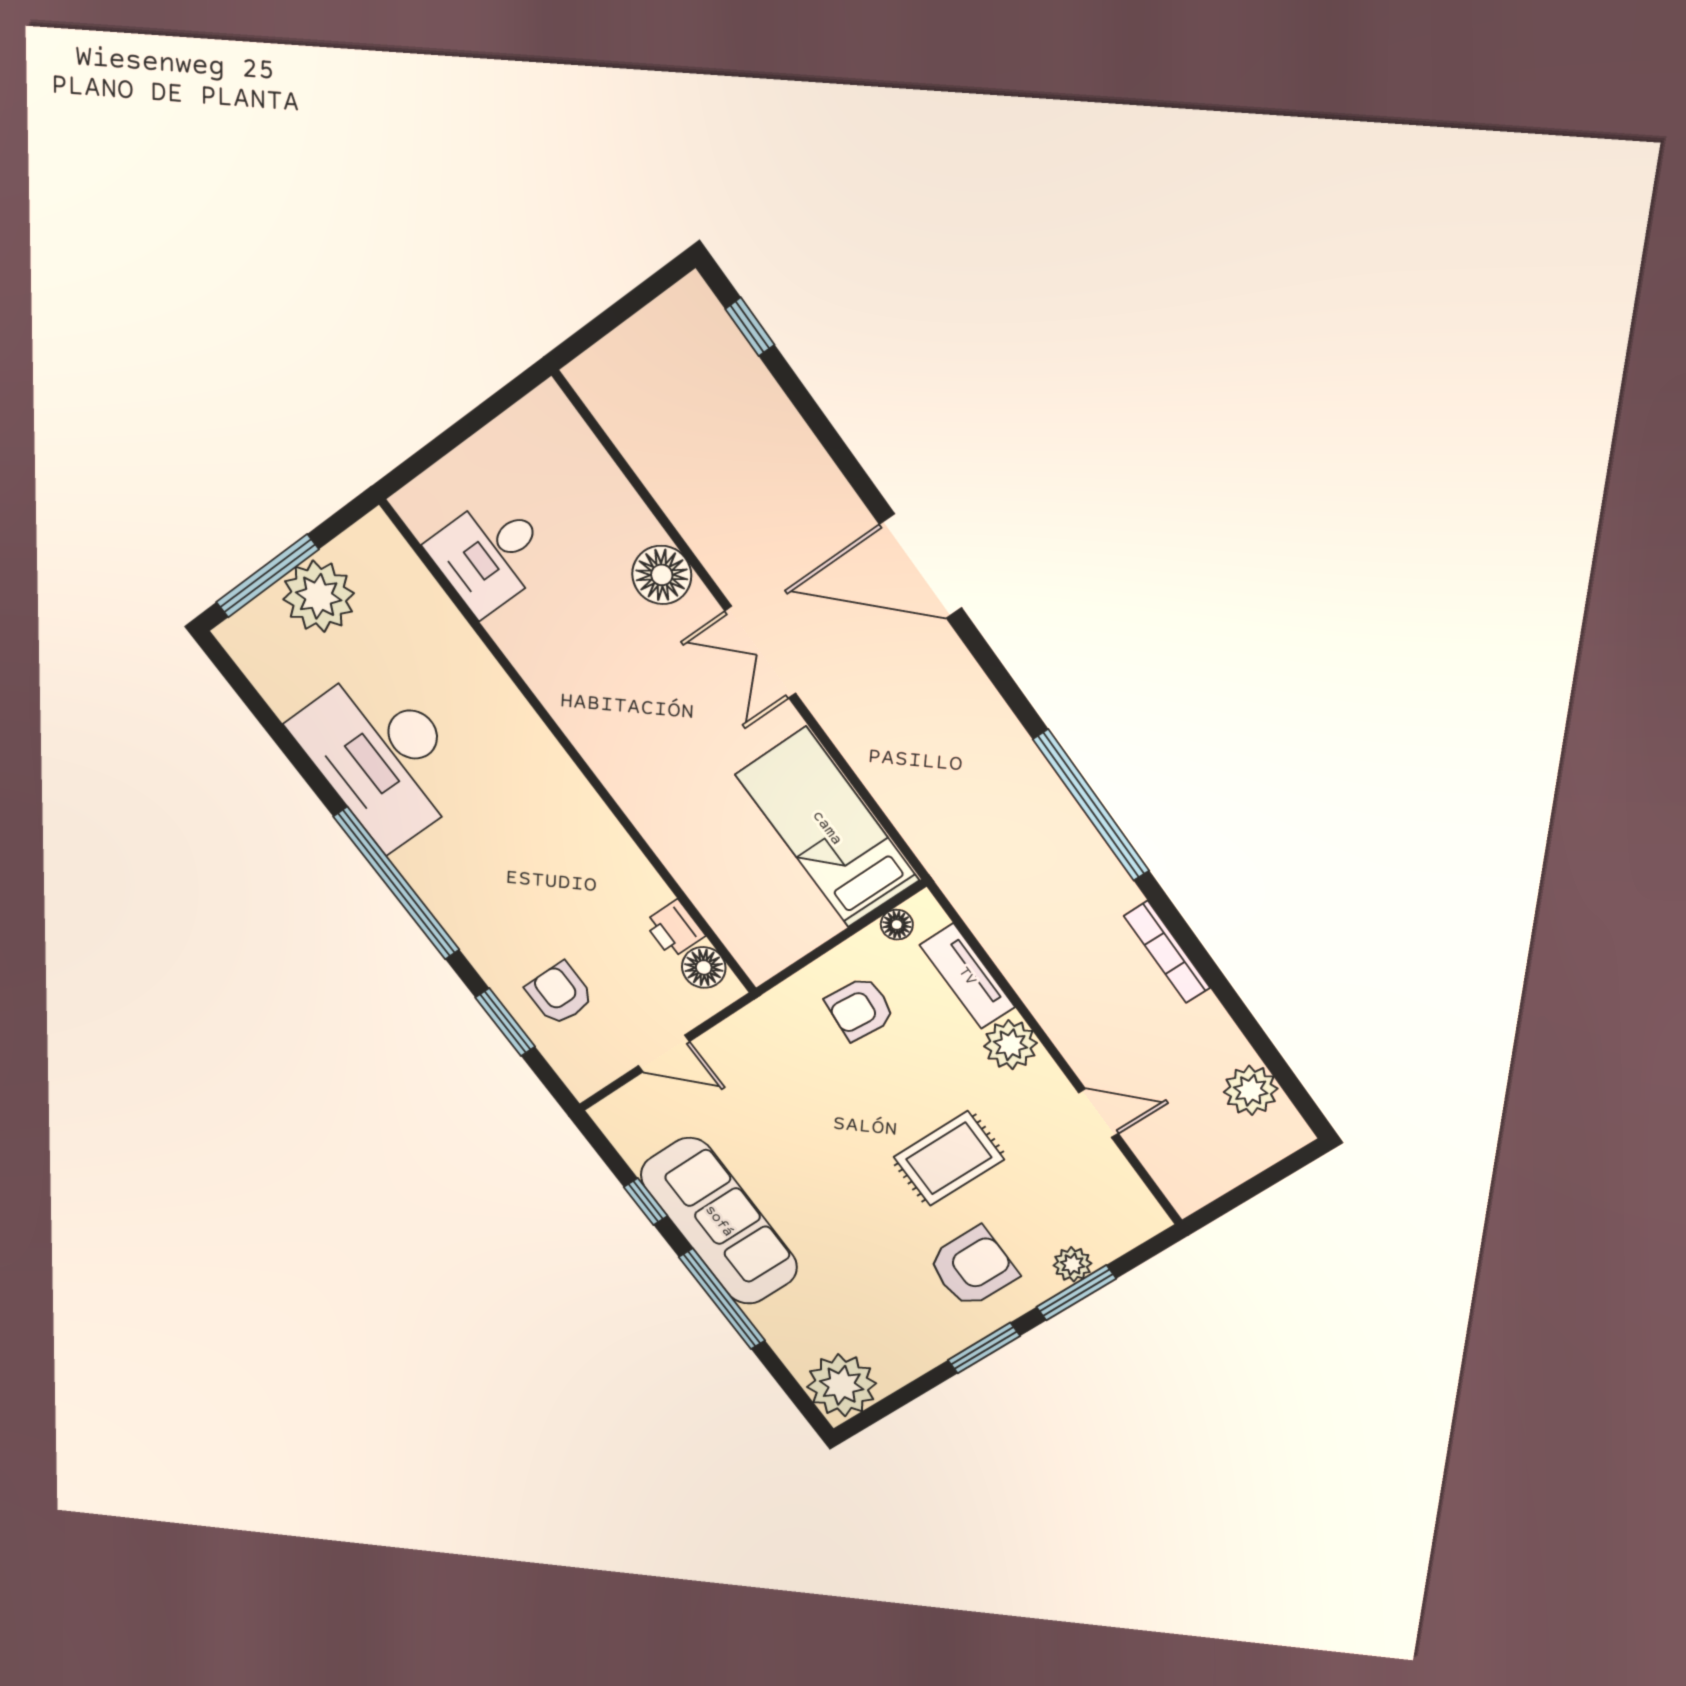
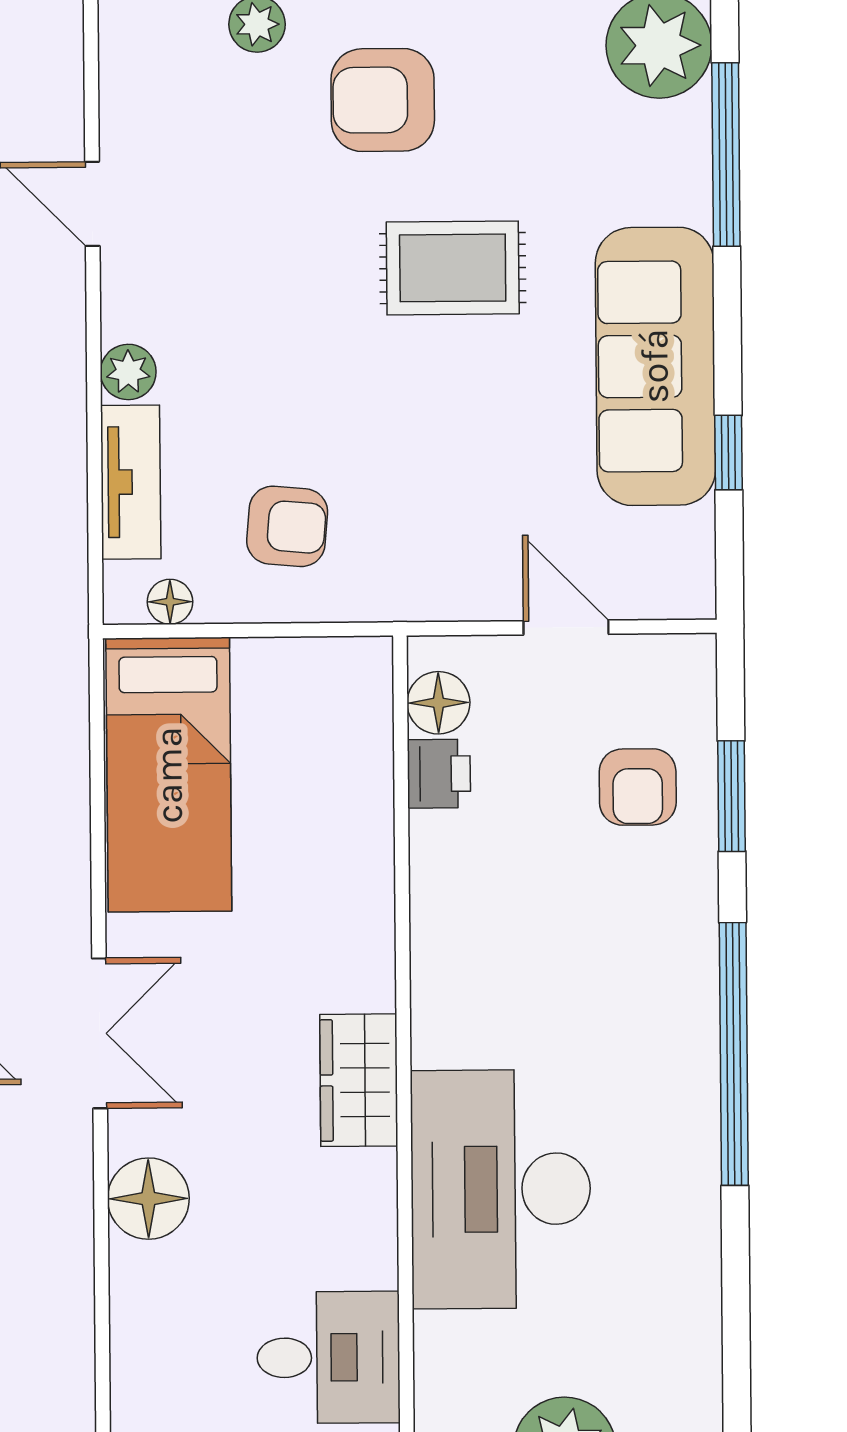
wardrobe: (592, 727) -> (359, 1080), added
desk: (383, 756) -> (501, 1189), moved, turned 180
plant: (1010, 1045) -> (128, 372), width x0.73, depth x0.73
rug: (949, 1158) -> (453, 268), moved
window: (722, 1299) -> (726, 155), moved

